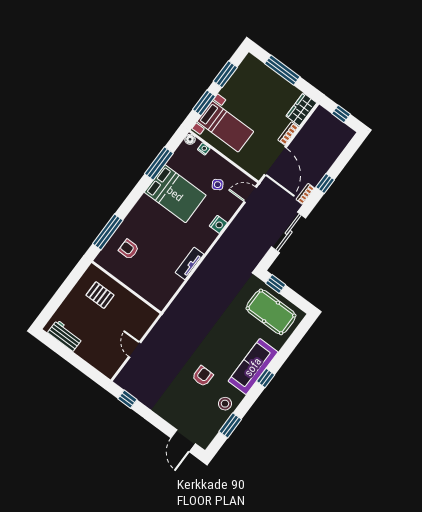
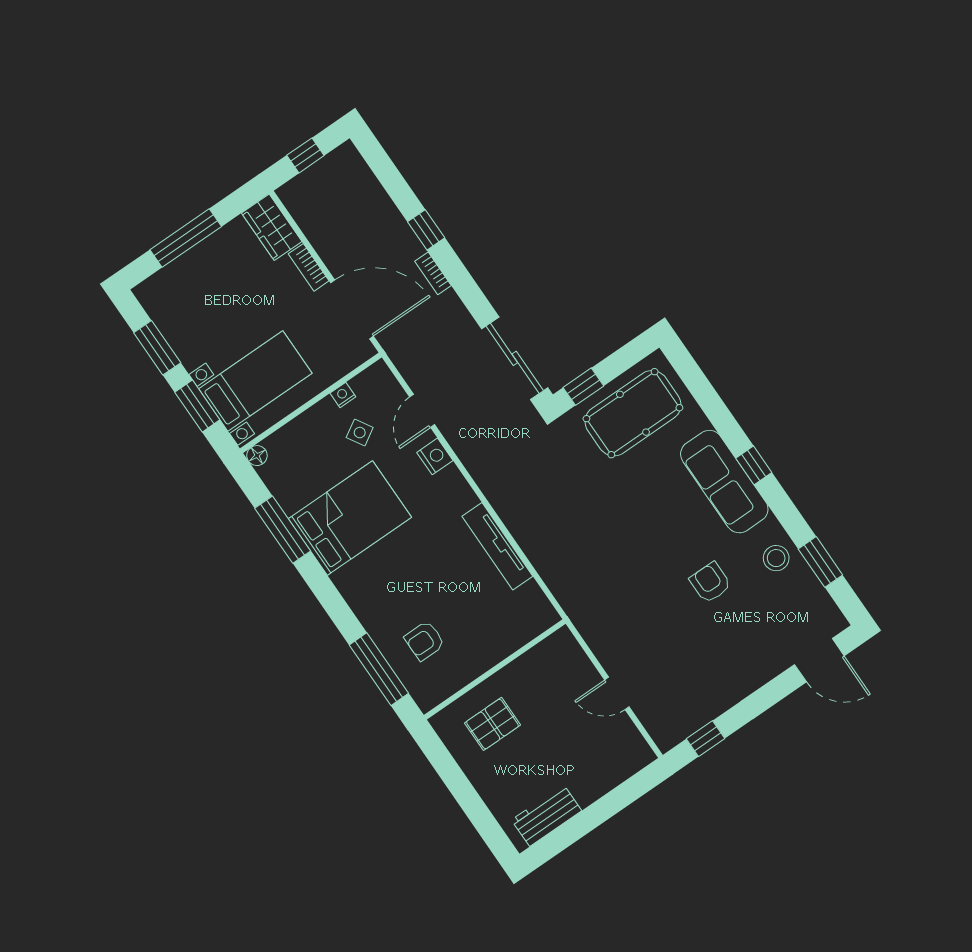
nightstand: (204, 149) -> (343, 395), moved
door: (250, 195) -> (422, 411), moved
sliding door: (289, 233) -> (515, 358), moved
tv unit: (190, 263) -> (497, 546), width x1.41

